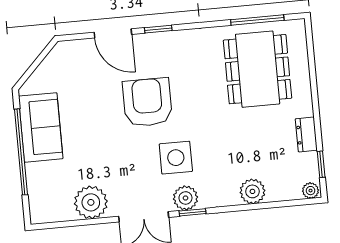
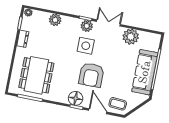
floor lamp: (165, 46) -> (76, 98), added
coffee table: (77, 60) -> (118, 104), added
sofa: (41, 127) -> (145, 72), width x1.36

